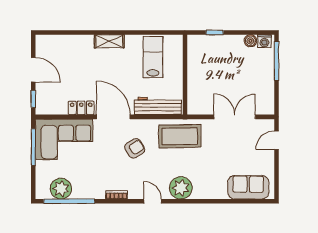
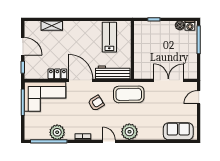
shelving: (109, 41) -> (52, 26), moved
plant: (61, 189) -> (57, 132), moved

